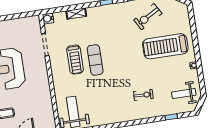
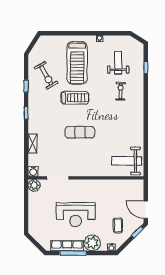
plant: (34, 22) -> (34, 185), added
treadmill: (75, 60) -> (75, 98), moved
weight bench: (184, 94) -> (118, 63), moved, turned 180

